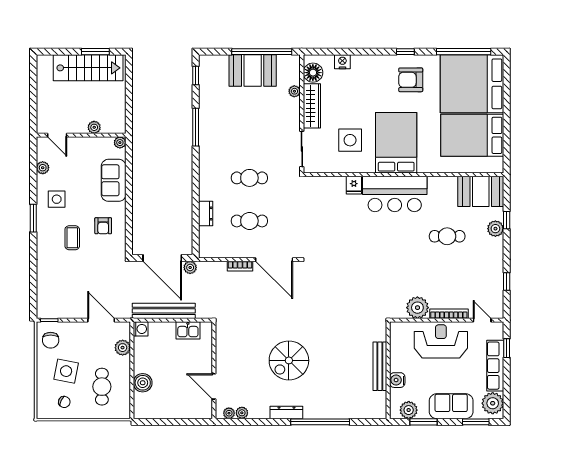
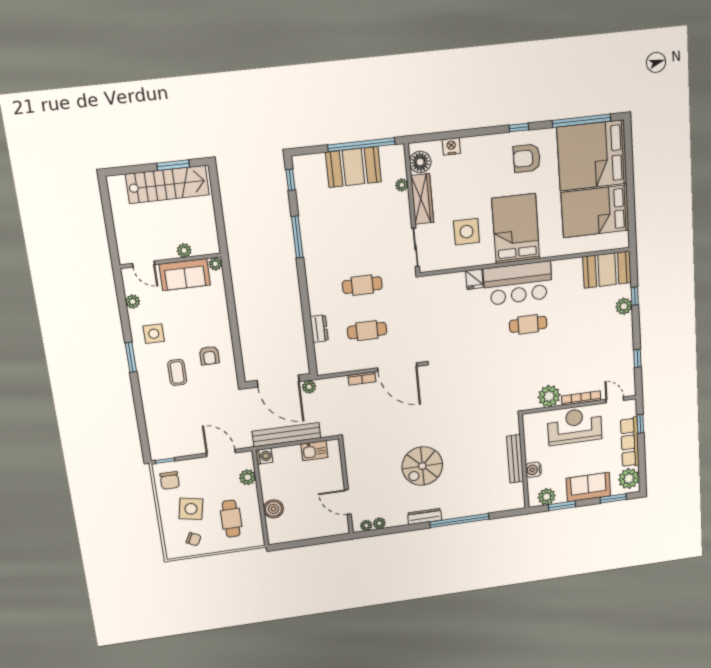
sofa: (114, 180) -> (185, 275), moved, turned -90
cafe table: (447, 236) -> (528, 324), moved

